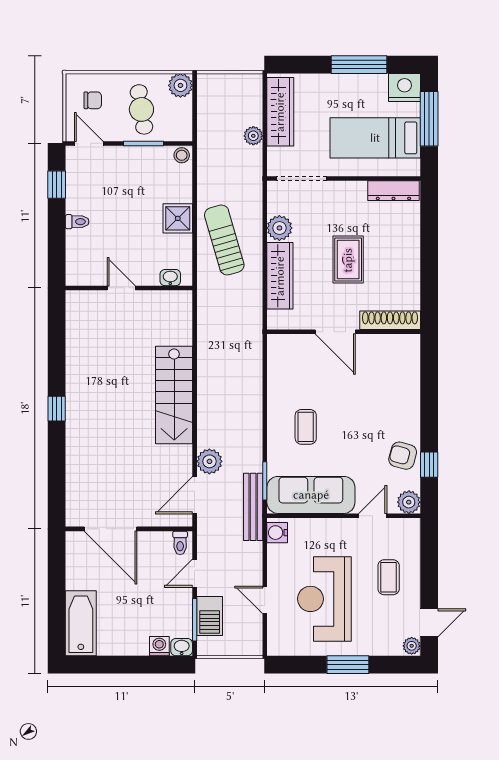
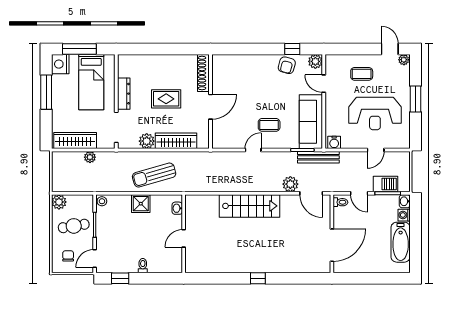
dresser: (393, 191) -> (124, 94), moved
door: (265, 401) -> (253, 150), added
bathtub: (81, 623) -> (401, 242), moved, turned -90

